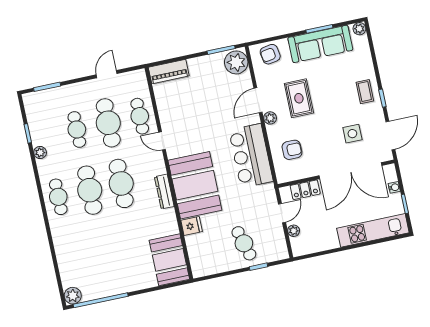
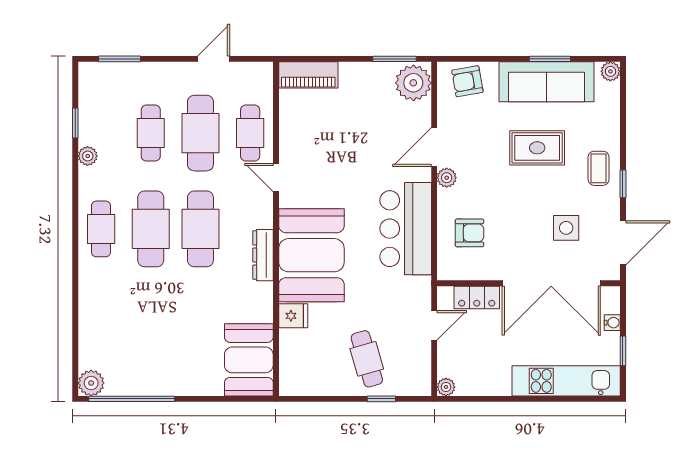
rug: (299, 98) -> (537, 148), moved, turned 90
plant: (294, 231) -> (446, 387), moved

